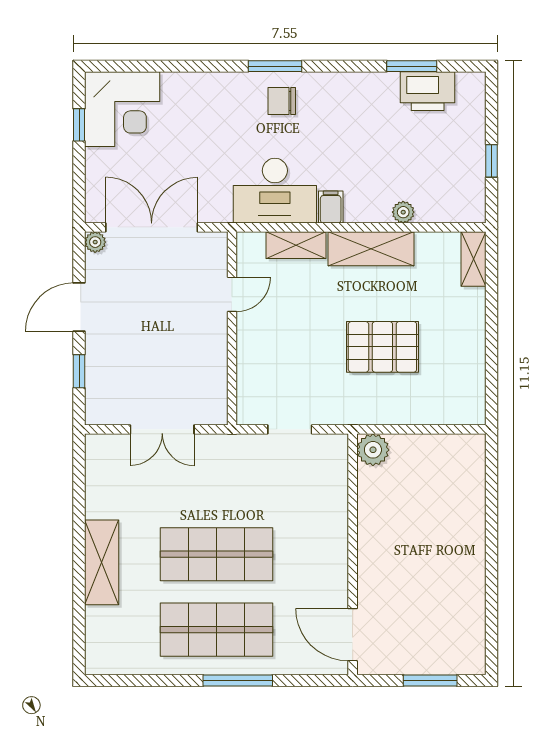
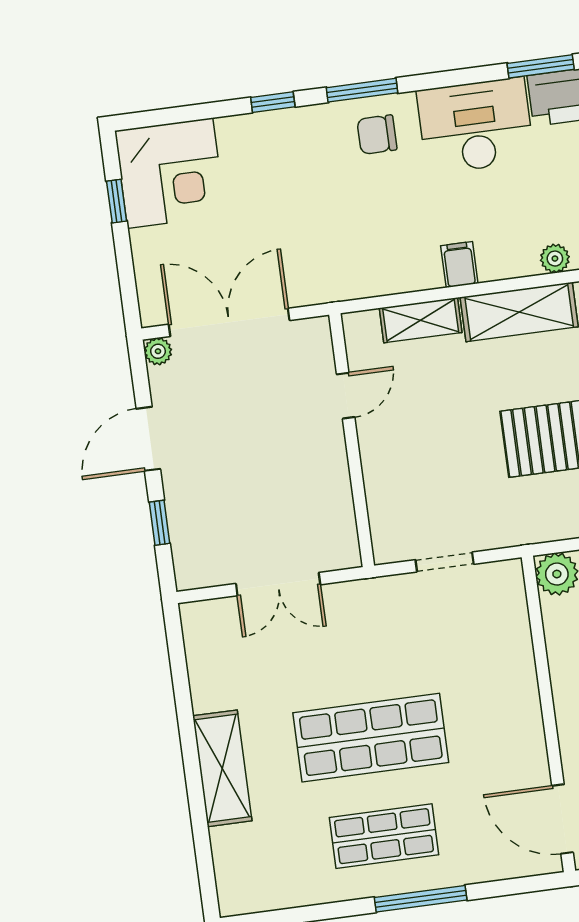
window: (207, 66) -> (273, 102), added
desk: (275, 191) -> (476, 126), moved, turned 180
shop shelf: (217, 630) -> (384, 836), width x0.70, depth x0.74

